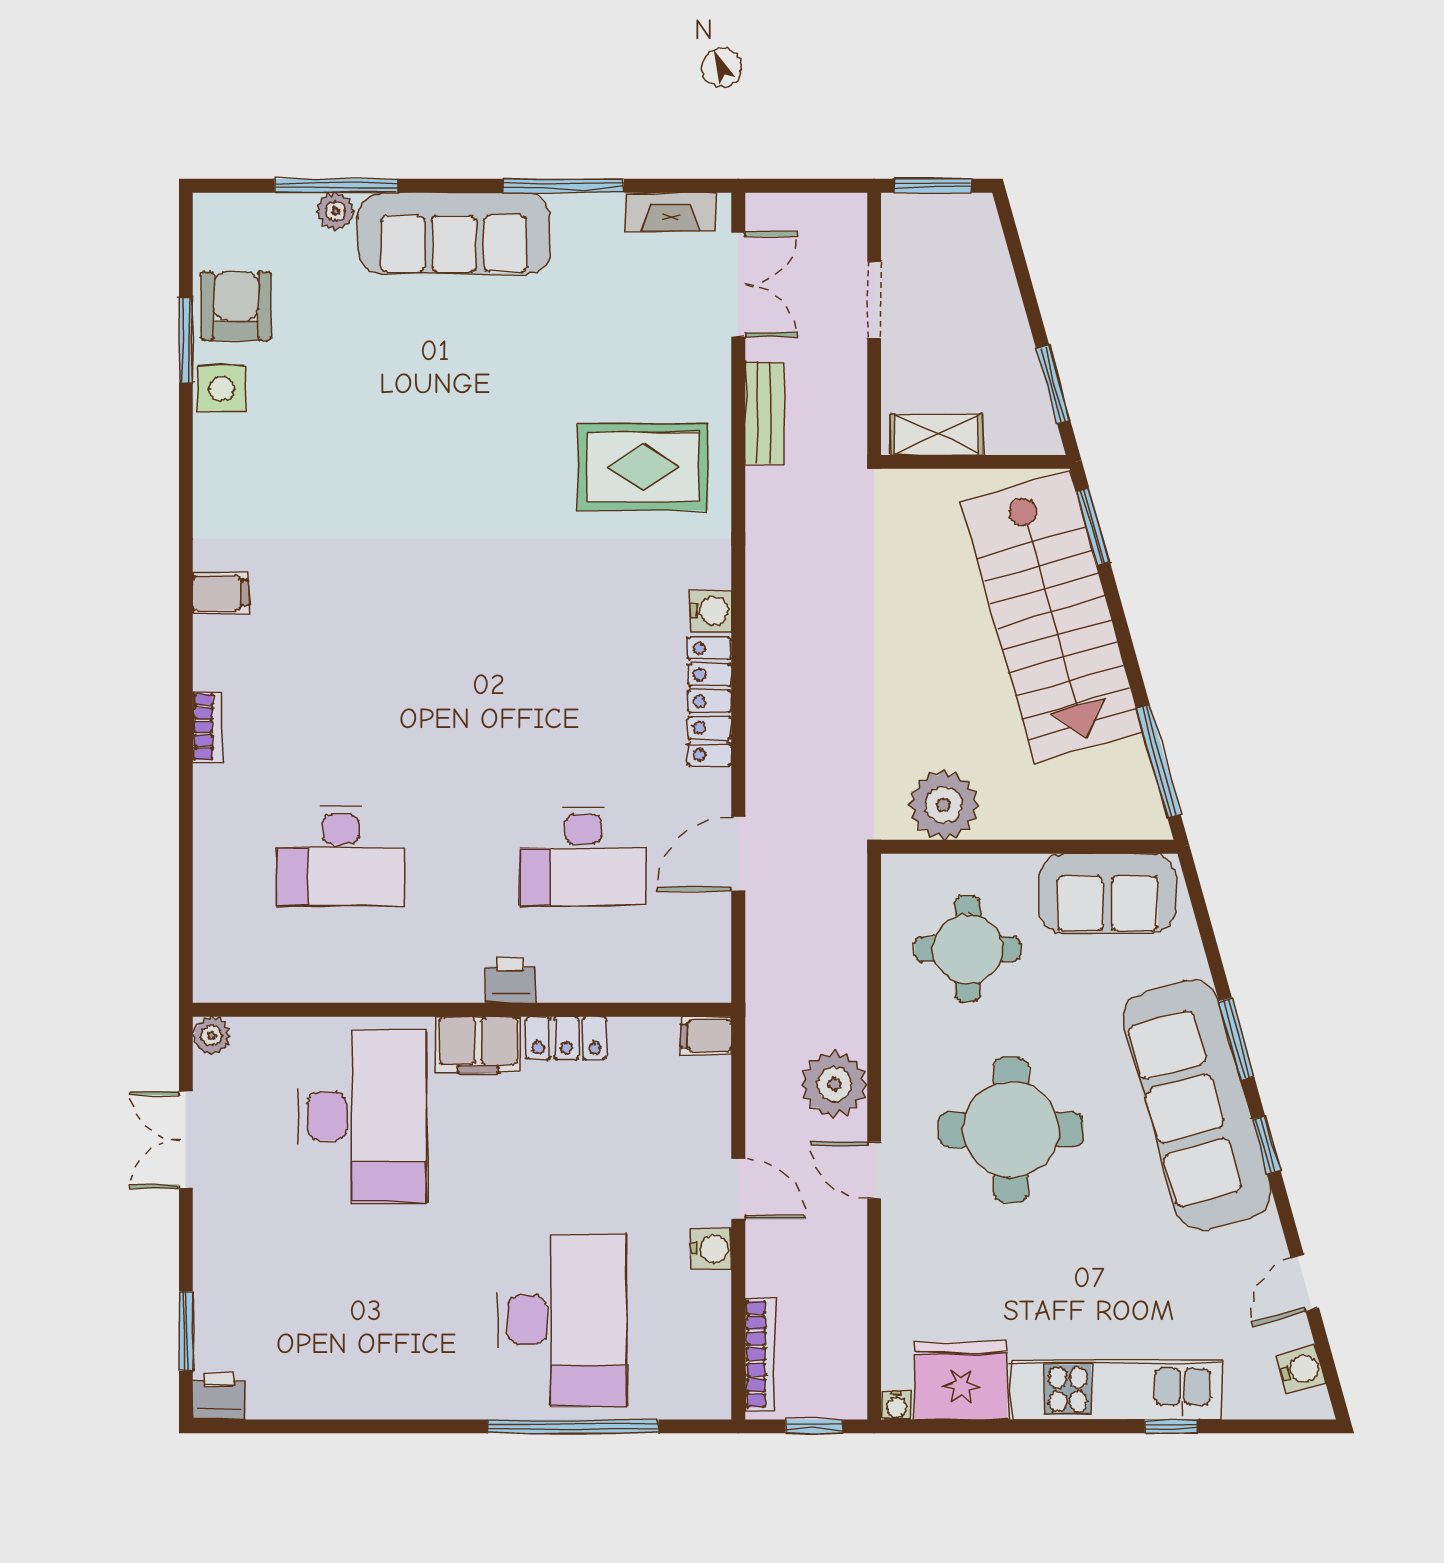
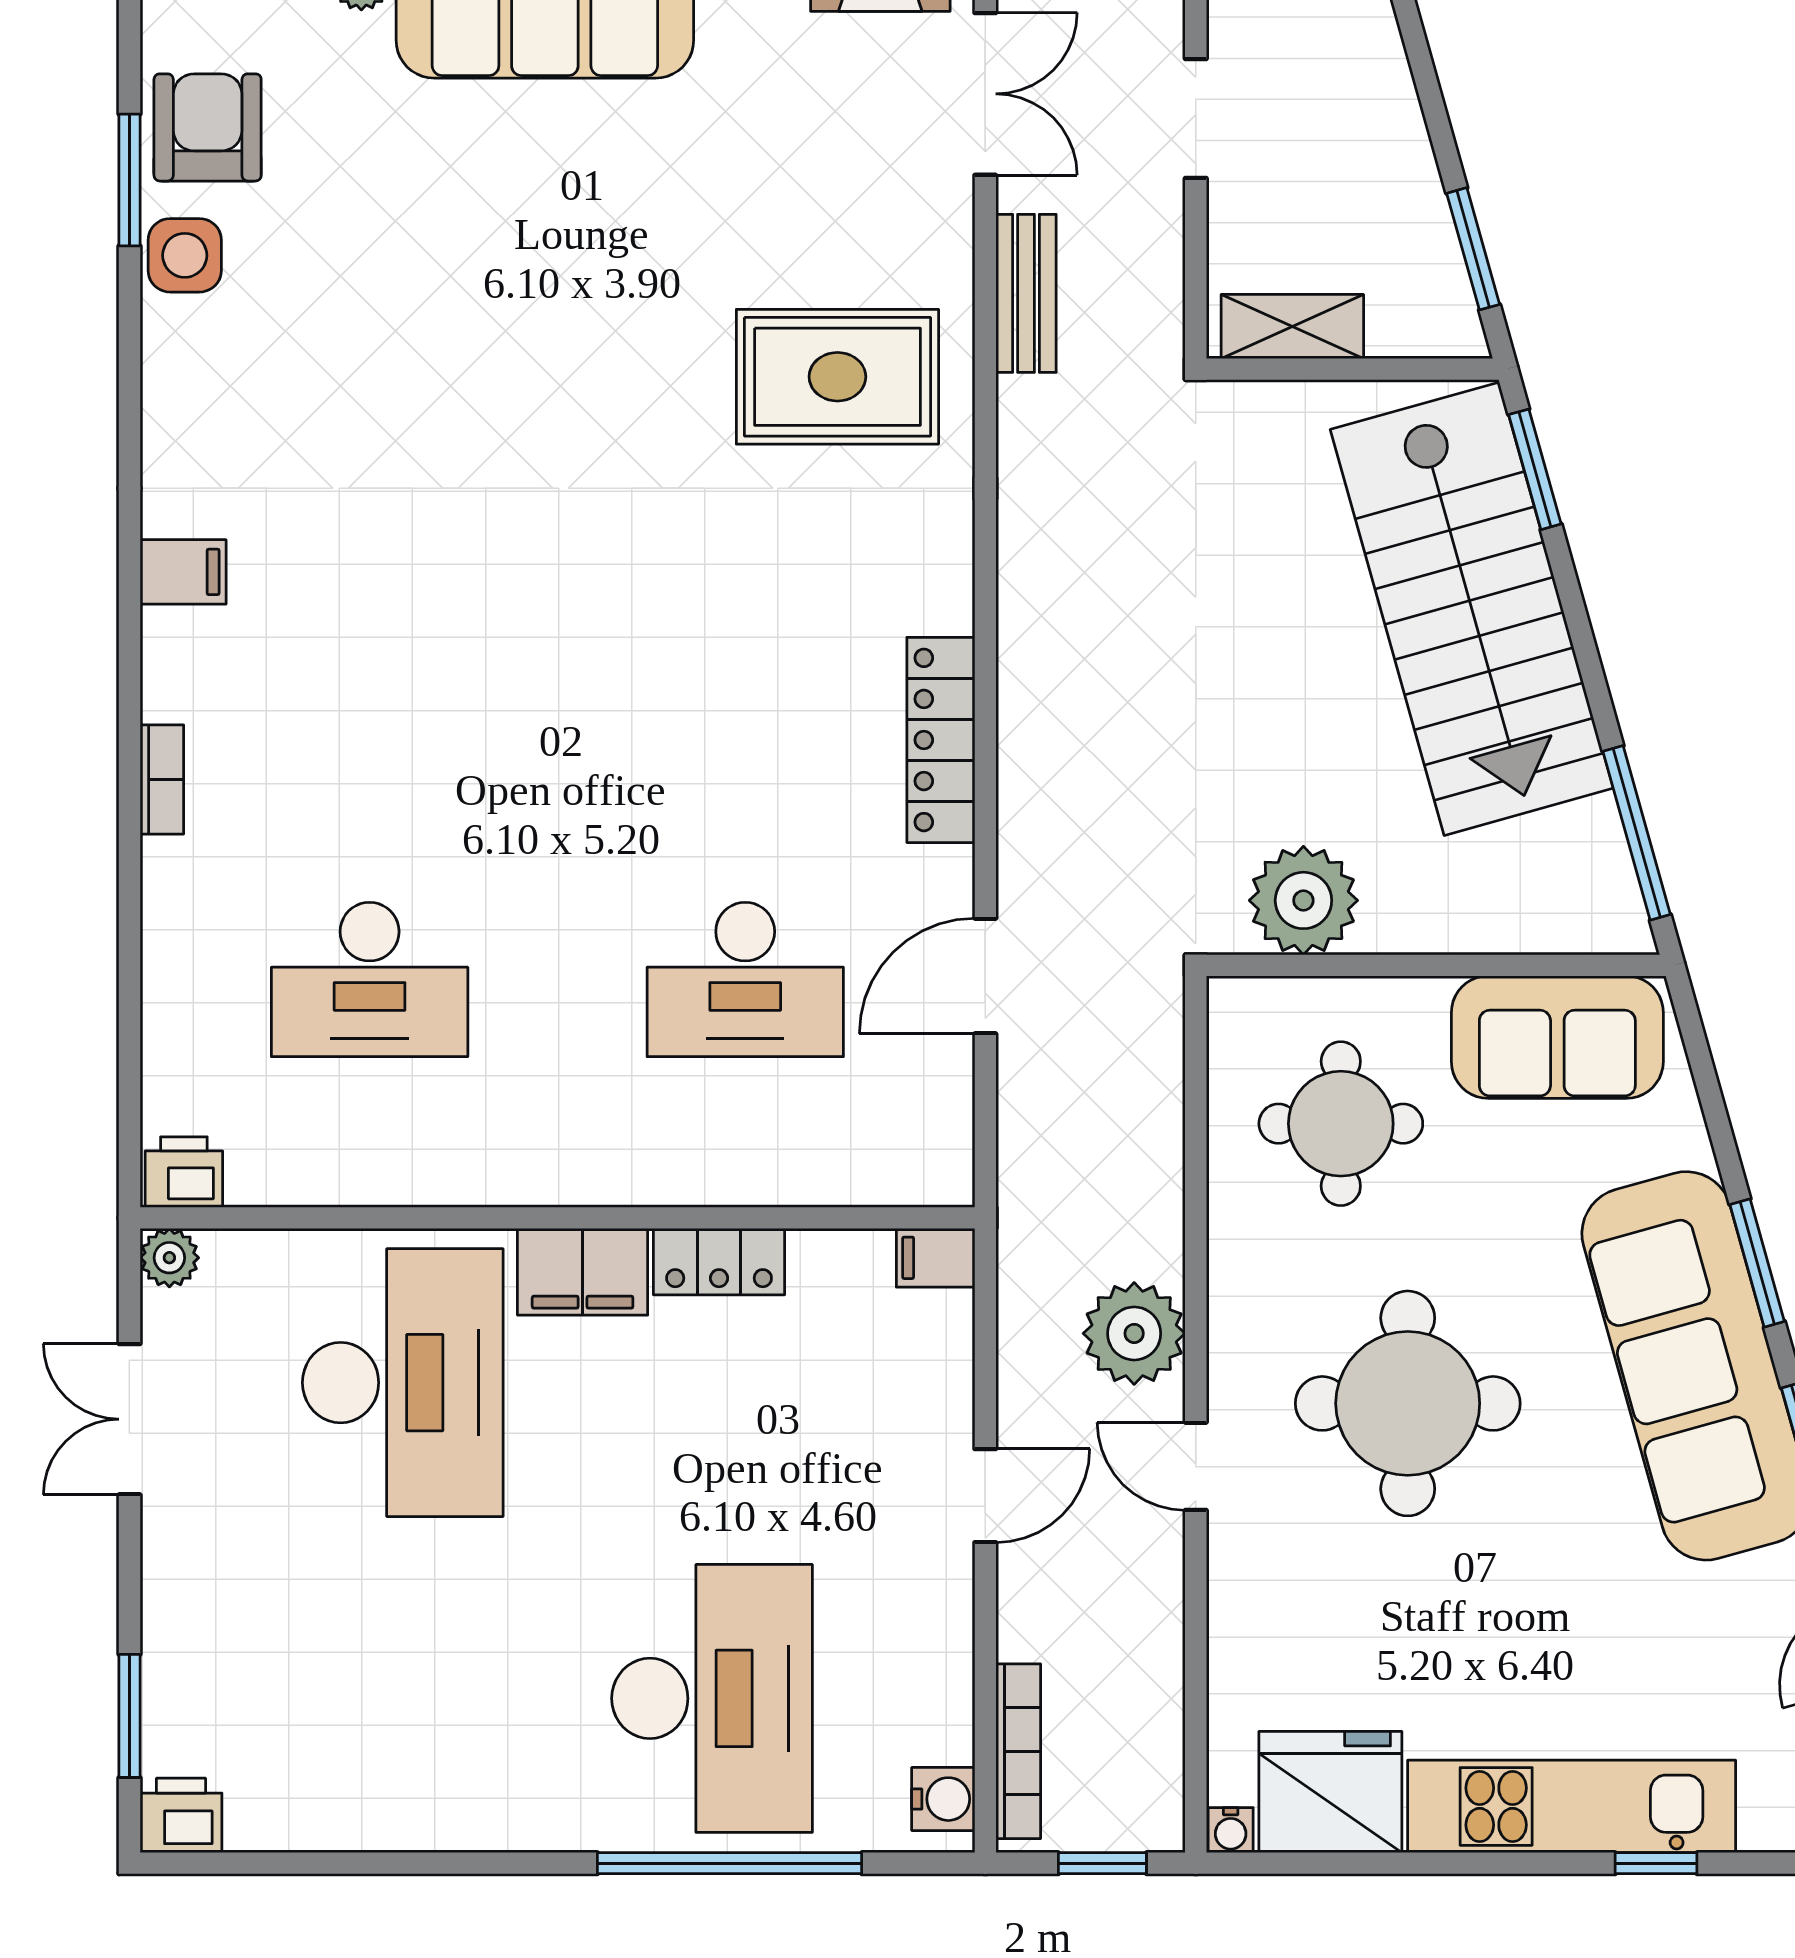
water cooler: (711, 611) -> (943, 600), removed
printer: (511, 980) -> (184, 1172), moved
door: (738, 1189) -> (985, 1496), hinge flipped
water cooler: (711, 1249) -> (943, 1799), moved

